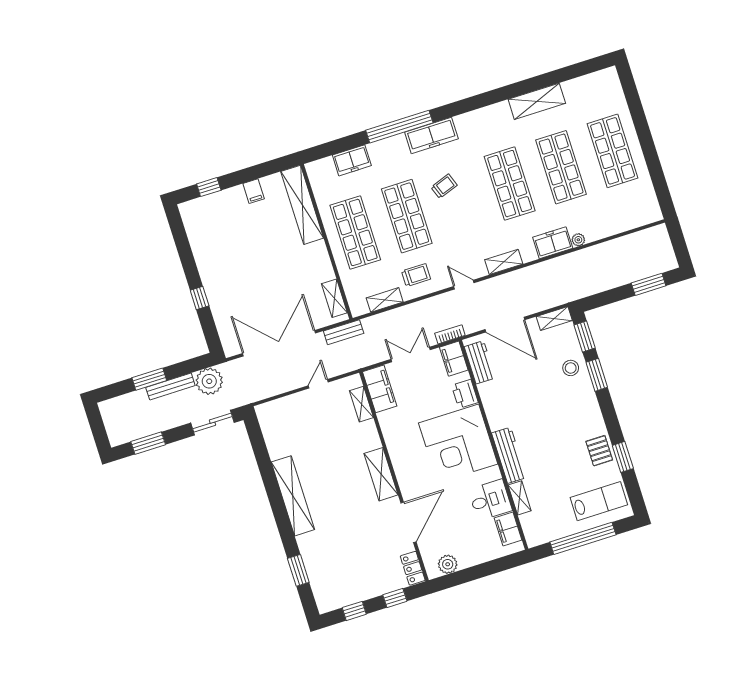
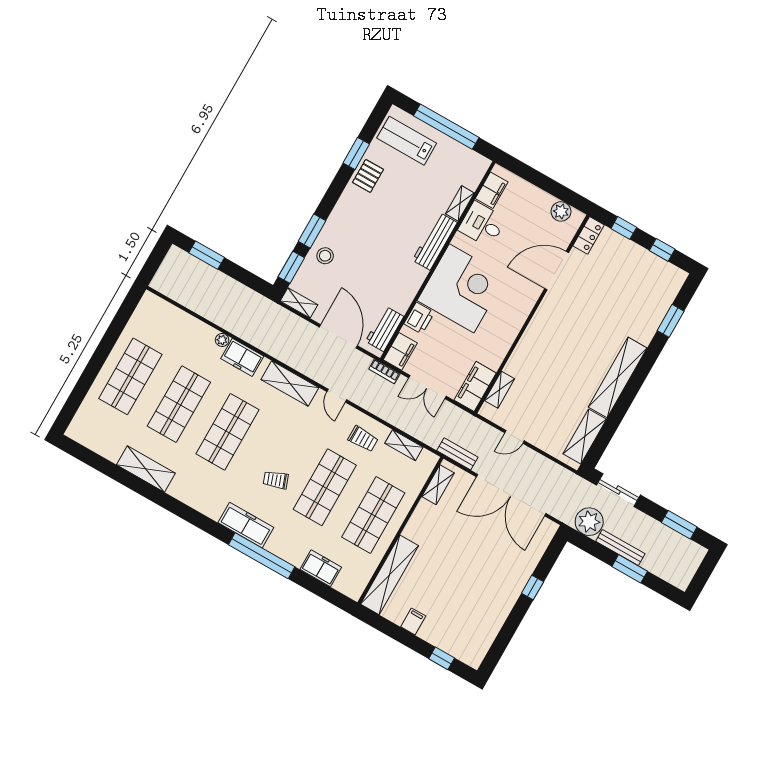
shelving: (504, 262) -> (290, 384), width x1.50, depth x1.33
trolley: (416, 275) -> (363, 439), turned 180
shelving: (381, 474) -> (585, 436), moved

